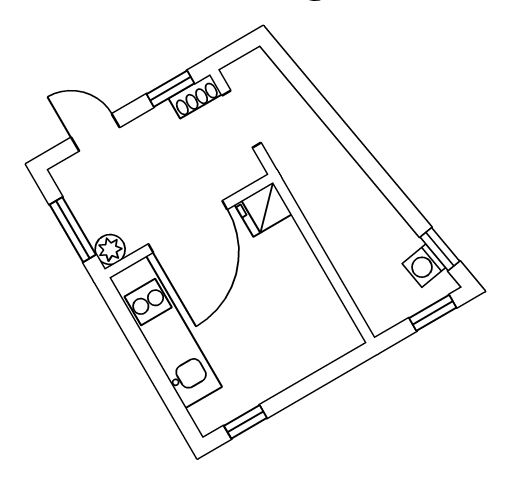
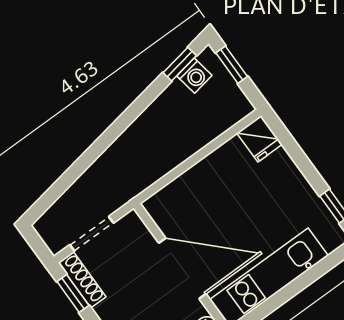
shoe rack: (195, 96) -> (82, 280), width x1.43
fridge: (263, 210) -> (259, 139), moved

